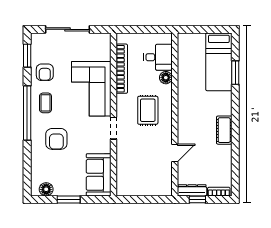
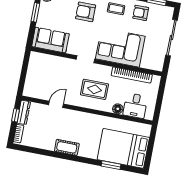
bed: (219, 62) -> (123, 148), width x1.50
door: (175, 153) -> (56, 104), swing flipped

